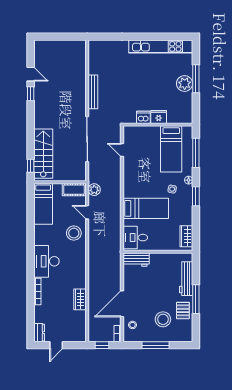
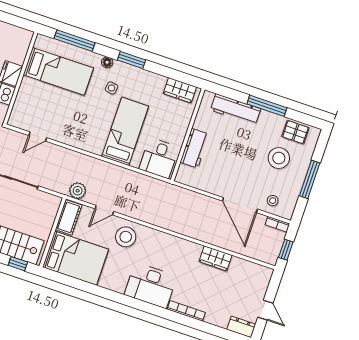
bed: (43, 204) -> (76, 258), width x1.50
workbench: (136, 260) -> (195, 148), moved
pallet: (183, 310) -> (295, 132), moved

